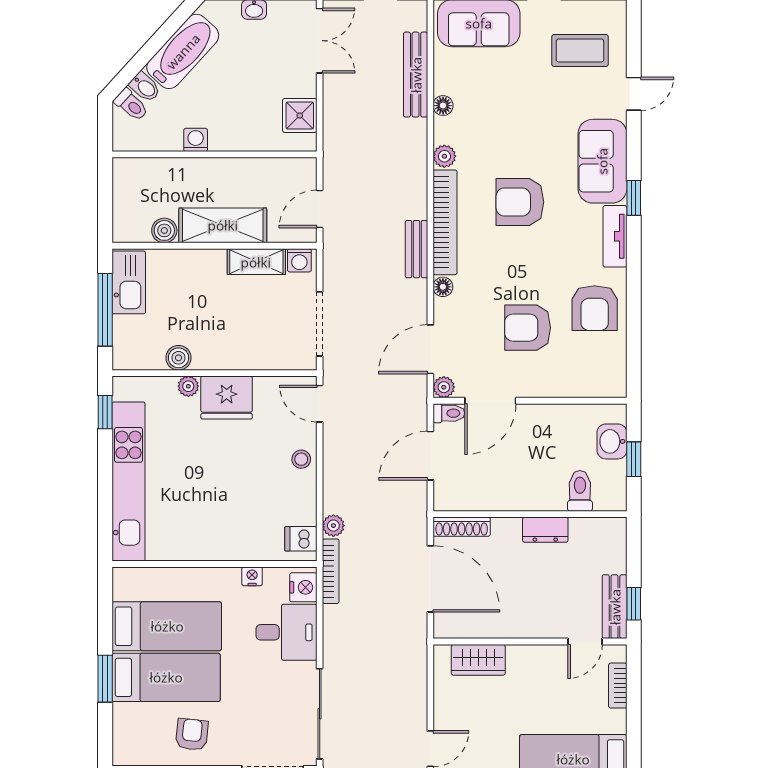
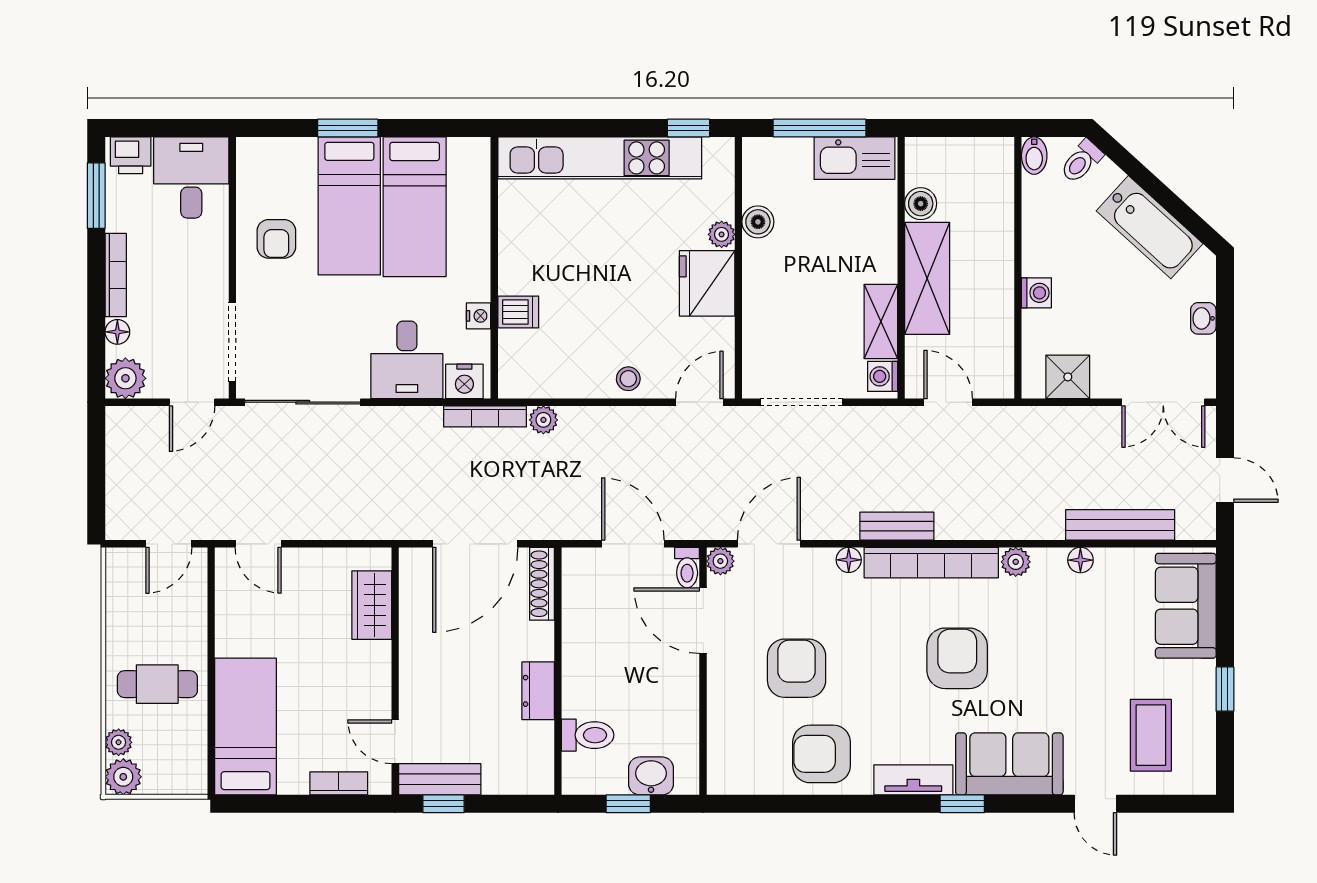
bidet: (145, 87) -> (1034, 156), moved, turned -42
washing machine: (196, 140) -> (1036, 293), moved
door: (430, 349) -> (769, 544), hinge flipped
dishwasher: (301, 539) -> (518, 312), moved, turned 90
armchair: (192, 734) -> (276, 239), turned 84

